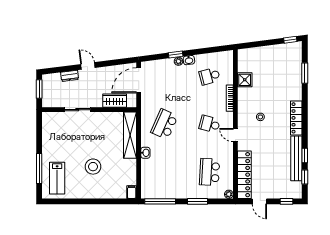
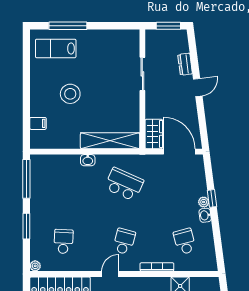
wardrobe: (115, 101) -> (154, 134), moved
school desk: (210, 172) -> (63, 241), width x0.54
filing cabinet: (132, 192) -> (38, 123), moved

